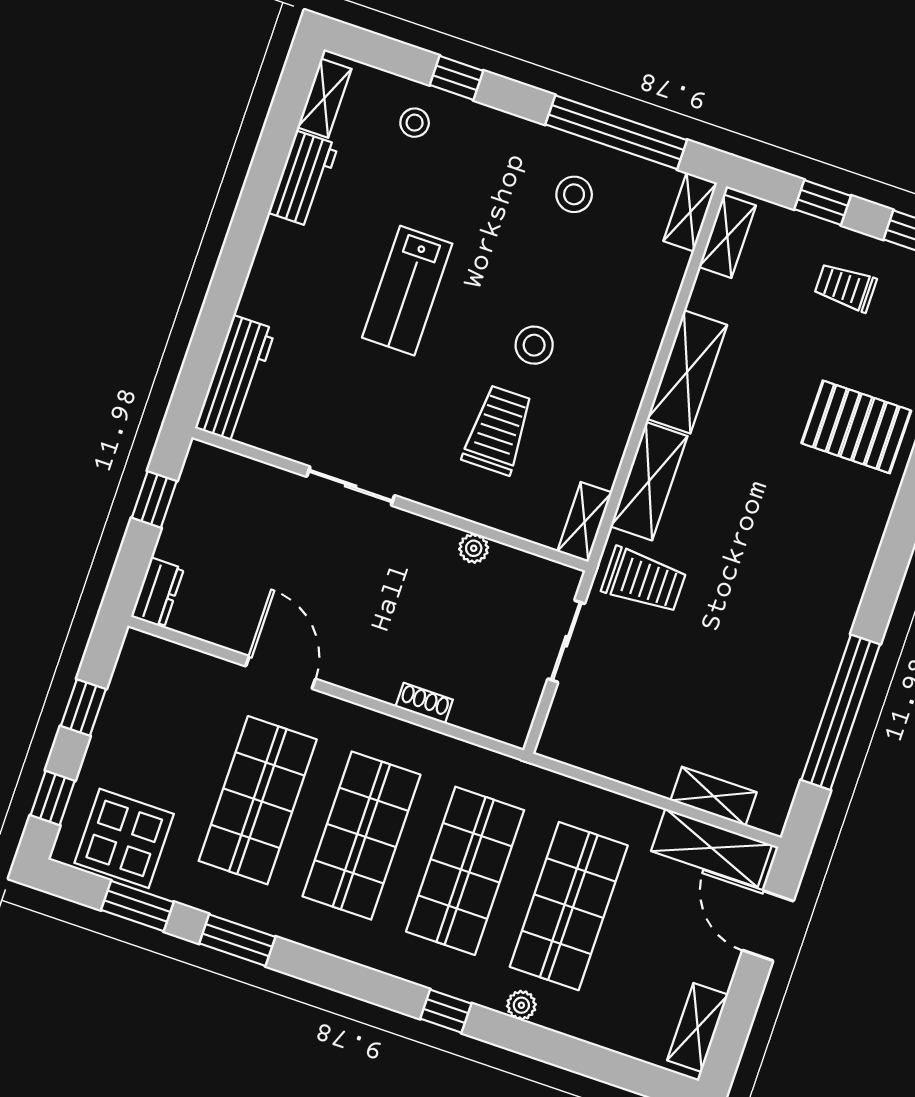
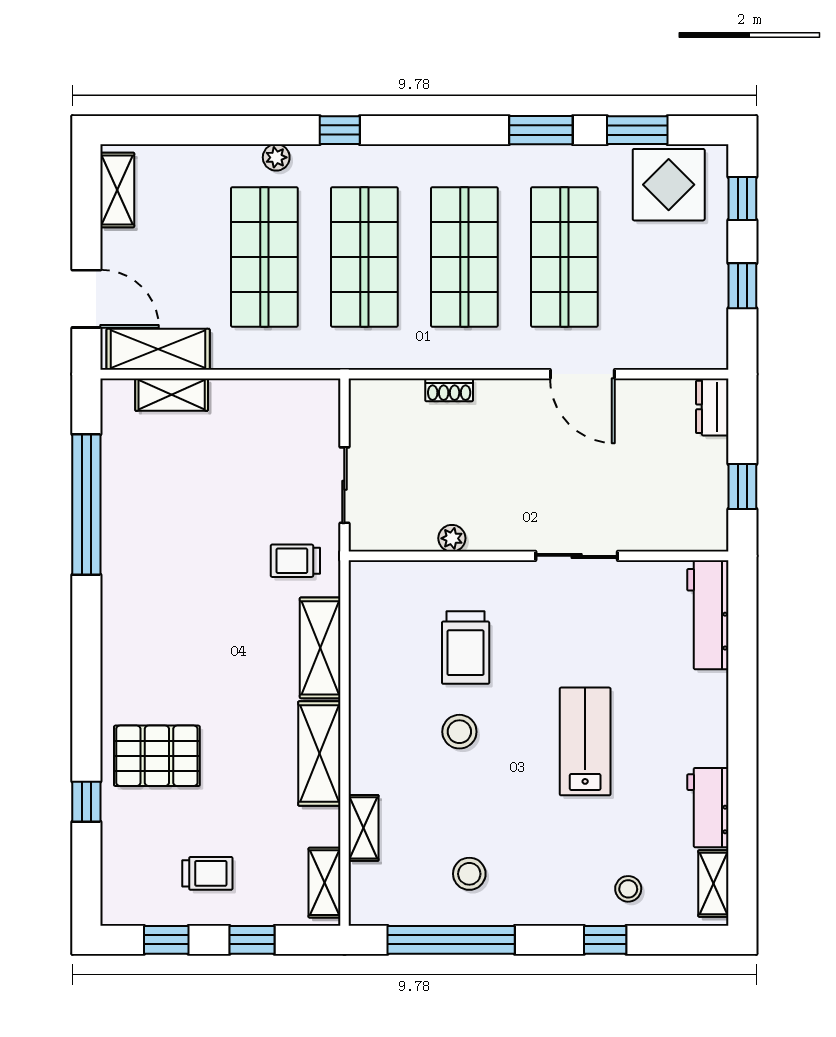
shelving: (690, 212) -> (364, 828), moved
shelving: (585, 522) -> (364, 594), removed
trolley: (644, 580) -> (295, 561), width x0.73, depth x0.72

